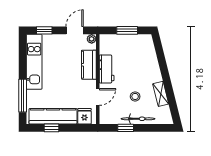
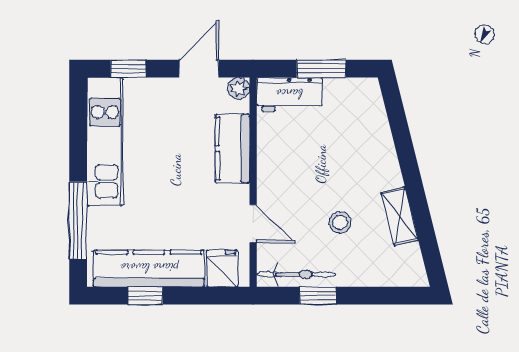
workbench: (107, 69) -> (289, 94), moved, turned 90
door: (98, 97) -> (253, 224), hinge flipped
bicycle: (138, 119) -> (296, 274), moved

